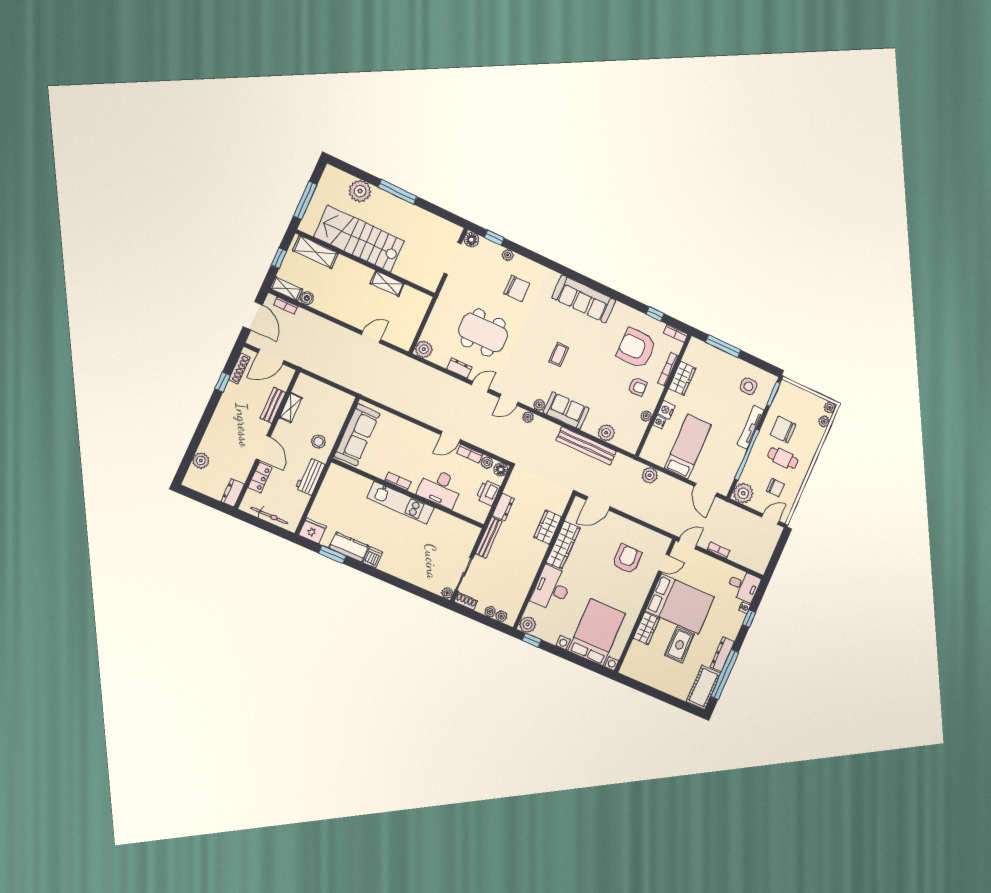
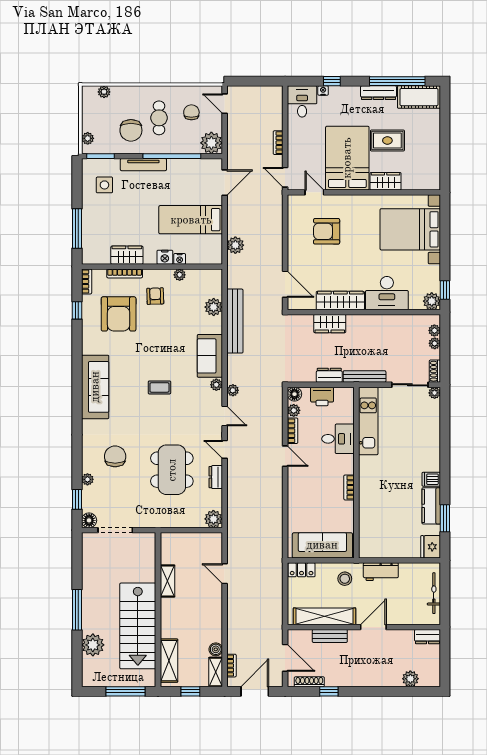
plant: (830, 407) -> (88, 138), moved
shelving: (291, 408) -> (325, 616), width x2.20, depth x1.33
locker: (260, 478) -> (302, 570), moved, turned 180
desk: (440, 488) -> (338, 439), width x0.73
kitchen unit: (401, 503) -> (368, 421), moved

